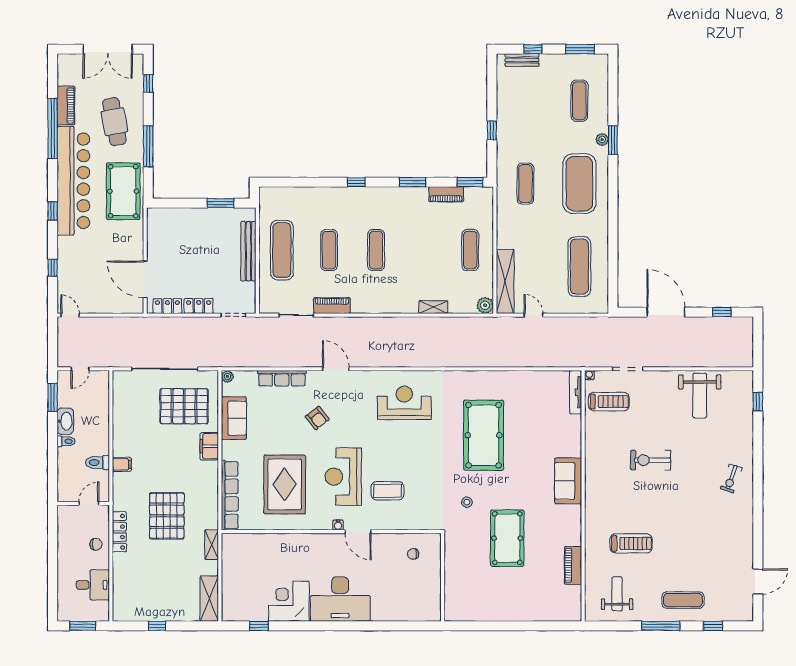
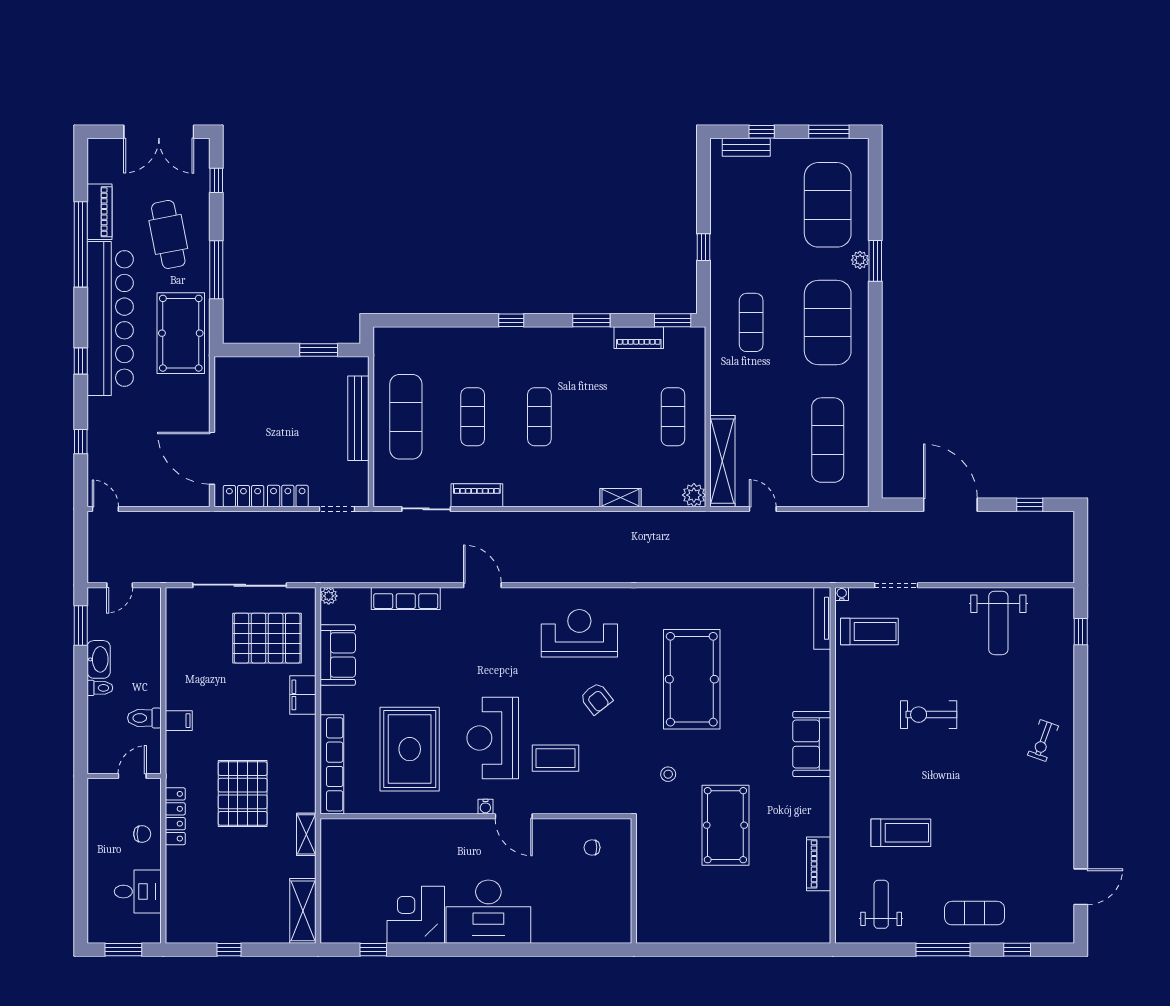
exercise mat: (579, 101) -> (828, 205), width x2.00, depth x1.45
armchair: (317, 418) -> (596, 698), moved

